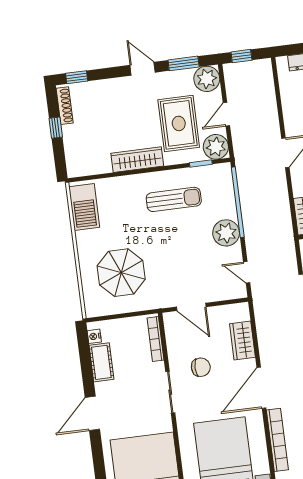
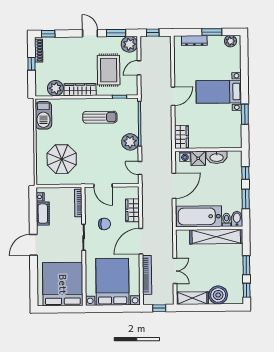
plant: (216, 147) -> (55, 88), moved

